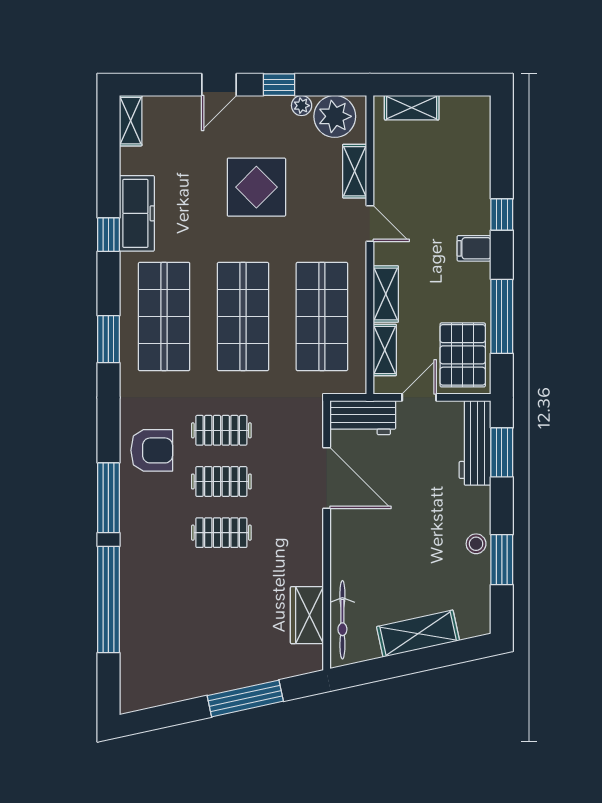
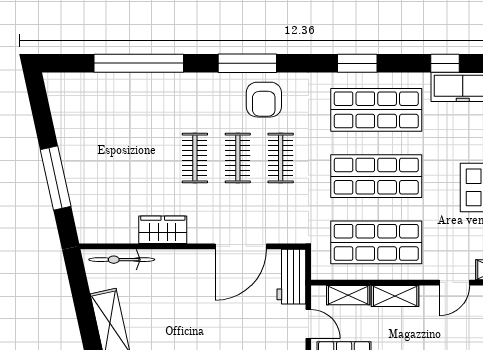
window: (108, 498) -> (247, 63), moved
wardrobe: (307, 615) -> (163, 230), moved

